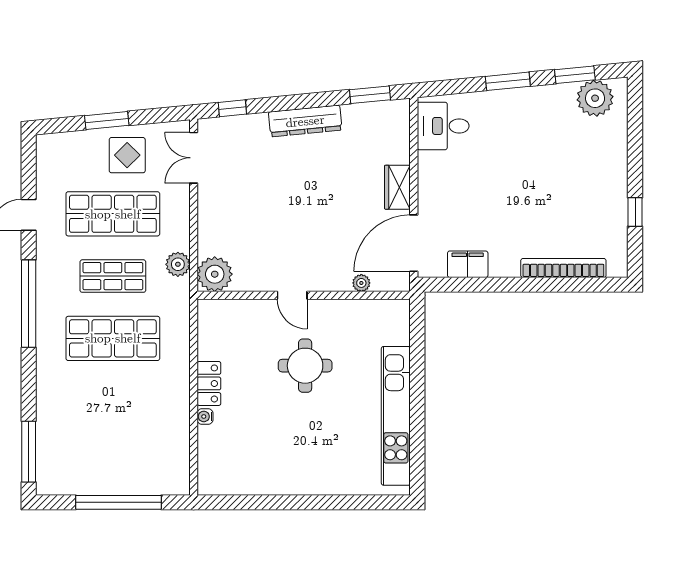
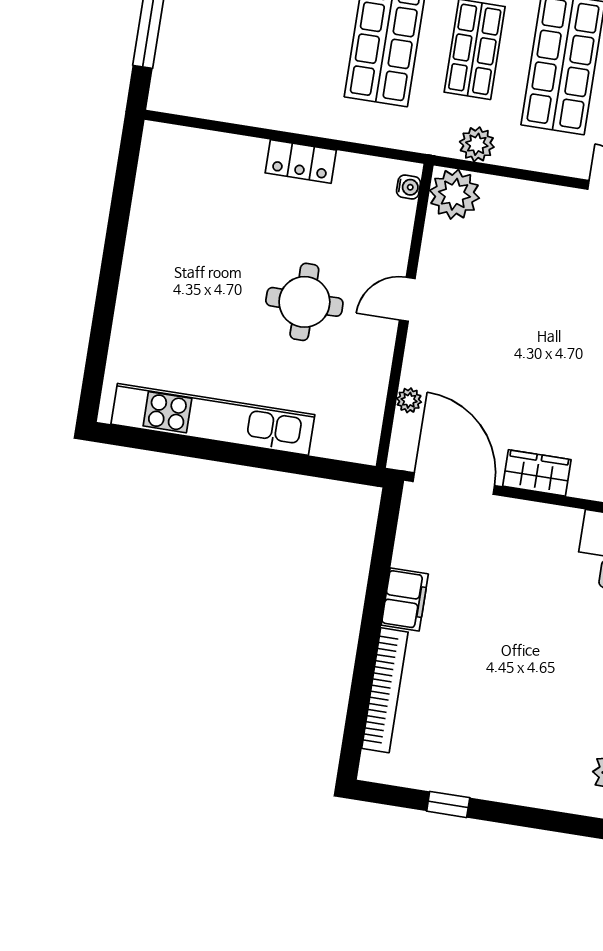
filing cabinet: (468, 264) -> (405, 600), moved
water cooler: (205, 416) -> (408, 187), moved, turned 90

